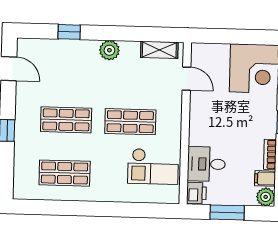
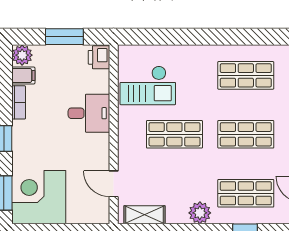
shop shelf: (67, 67) -> (246, 193), added
desk: (206, 164) -> (89, 113), moved
checkout: (153, 166) -> (148, 85), turned 180

